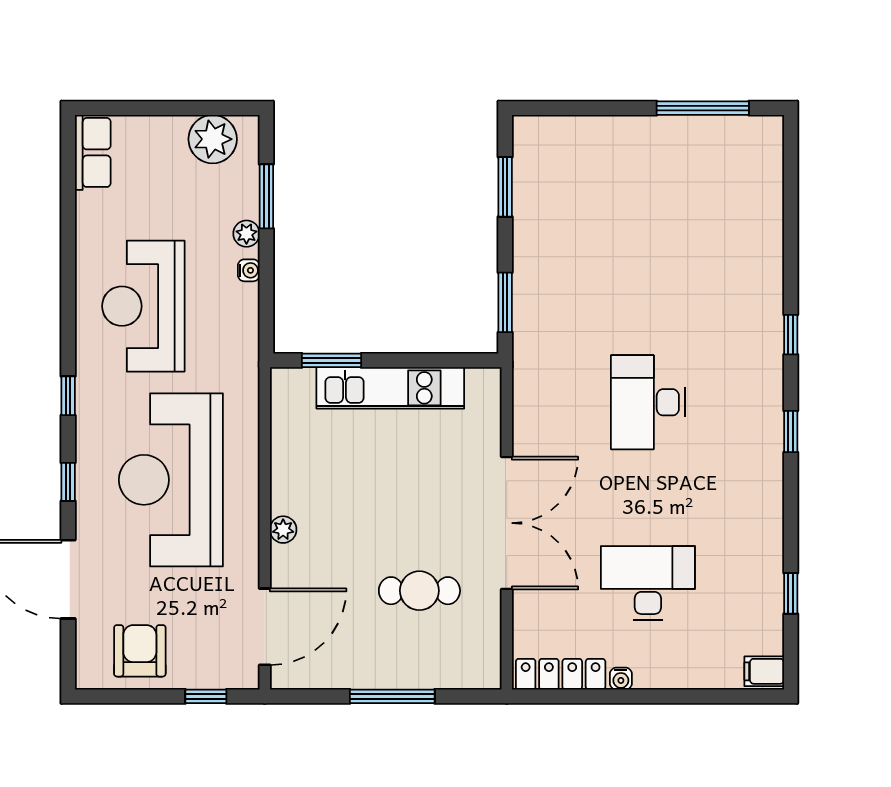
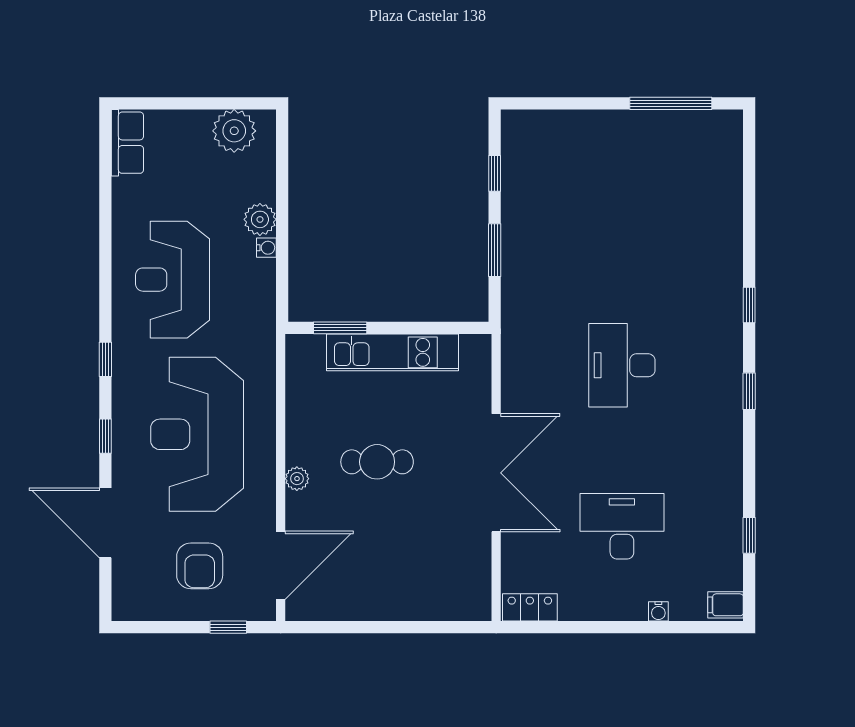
window: (505, 187) -> (495, 173), width x0.67
window: (266, 196) -> (282, 182), removed
plant: (246, 234) -> (260, 219), width x1.38, depth x1.38
window: (505, 302) -> (495, 250), moved
cafe table: (419, 591) -> (377, 462), moved
armchair: (140, 651) -> (200, 566), moved, turned 180
locker: (561, 674) -> (530, 607), width x0.66
water cooler: (621, 679) -> (658, 611), moved
window: (392, 696) -> (394, 627), removed

